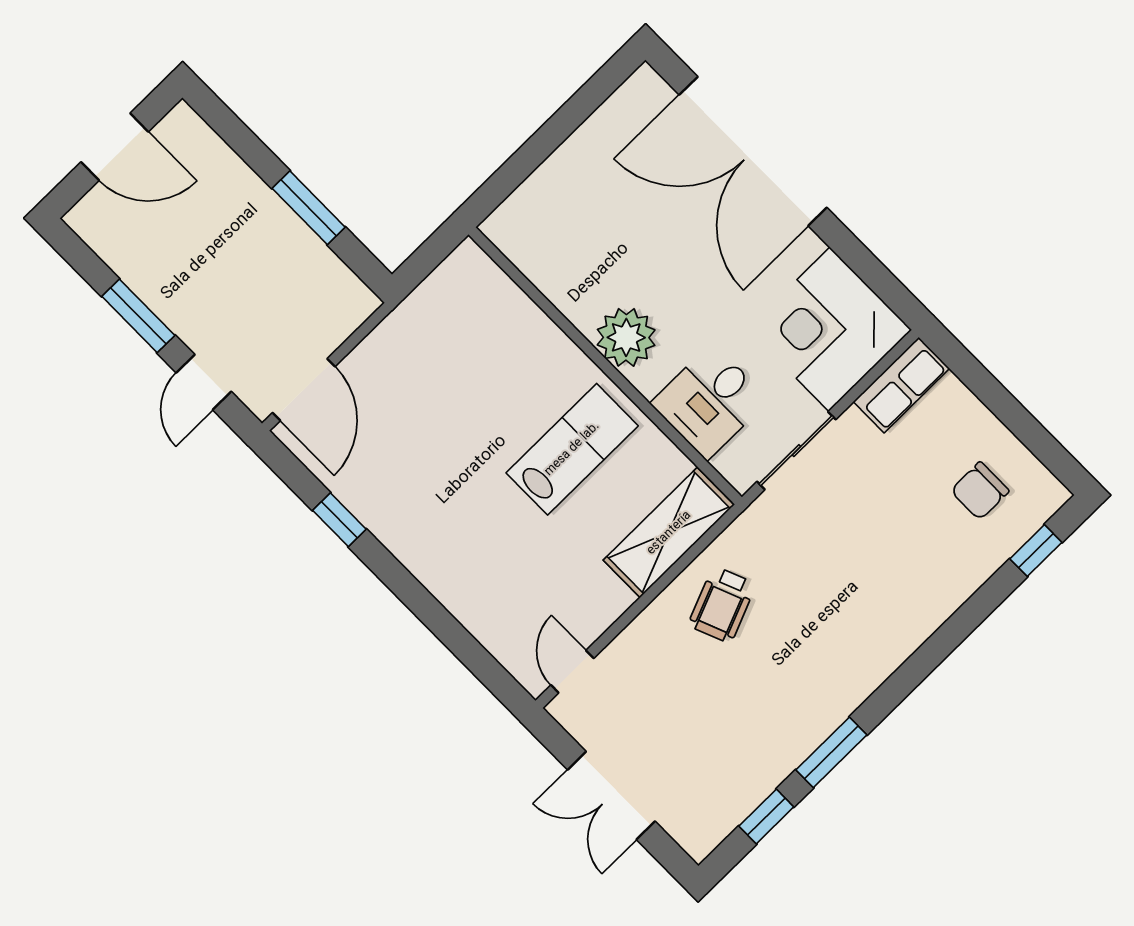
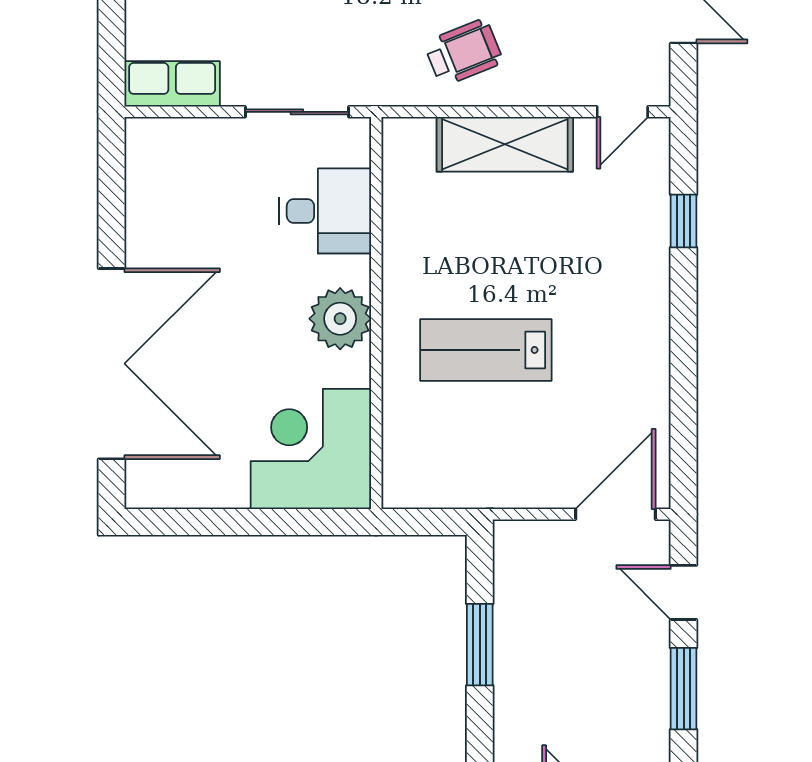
corner desk: (829, 329) -> (311, 449), moved, turned 180
door: (204, 382) -> (684, 592), swing flipped
lab bench: (572, 449) -> (486, 350), moved
window: (339, 520) -> (684, 221), moved
shelving: (669, 533) -> (505, 144), moved

